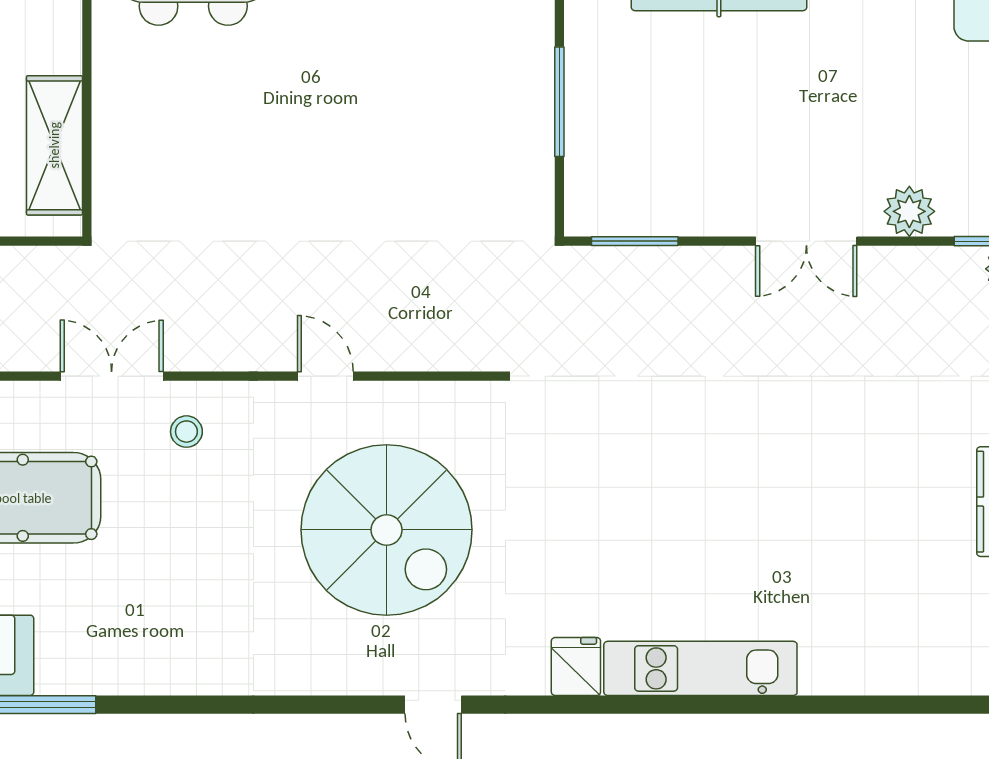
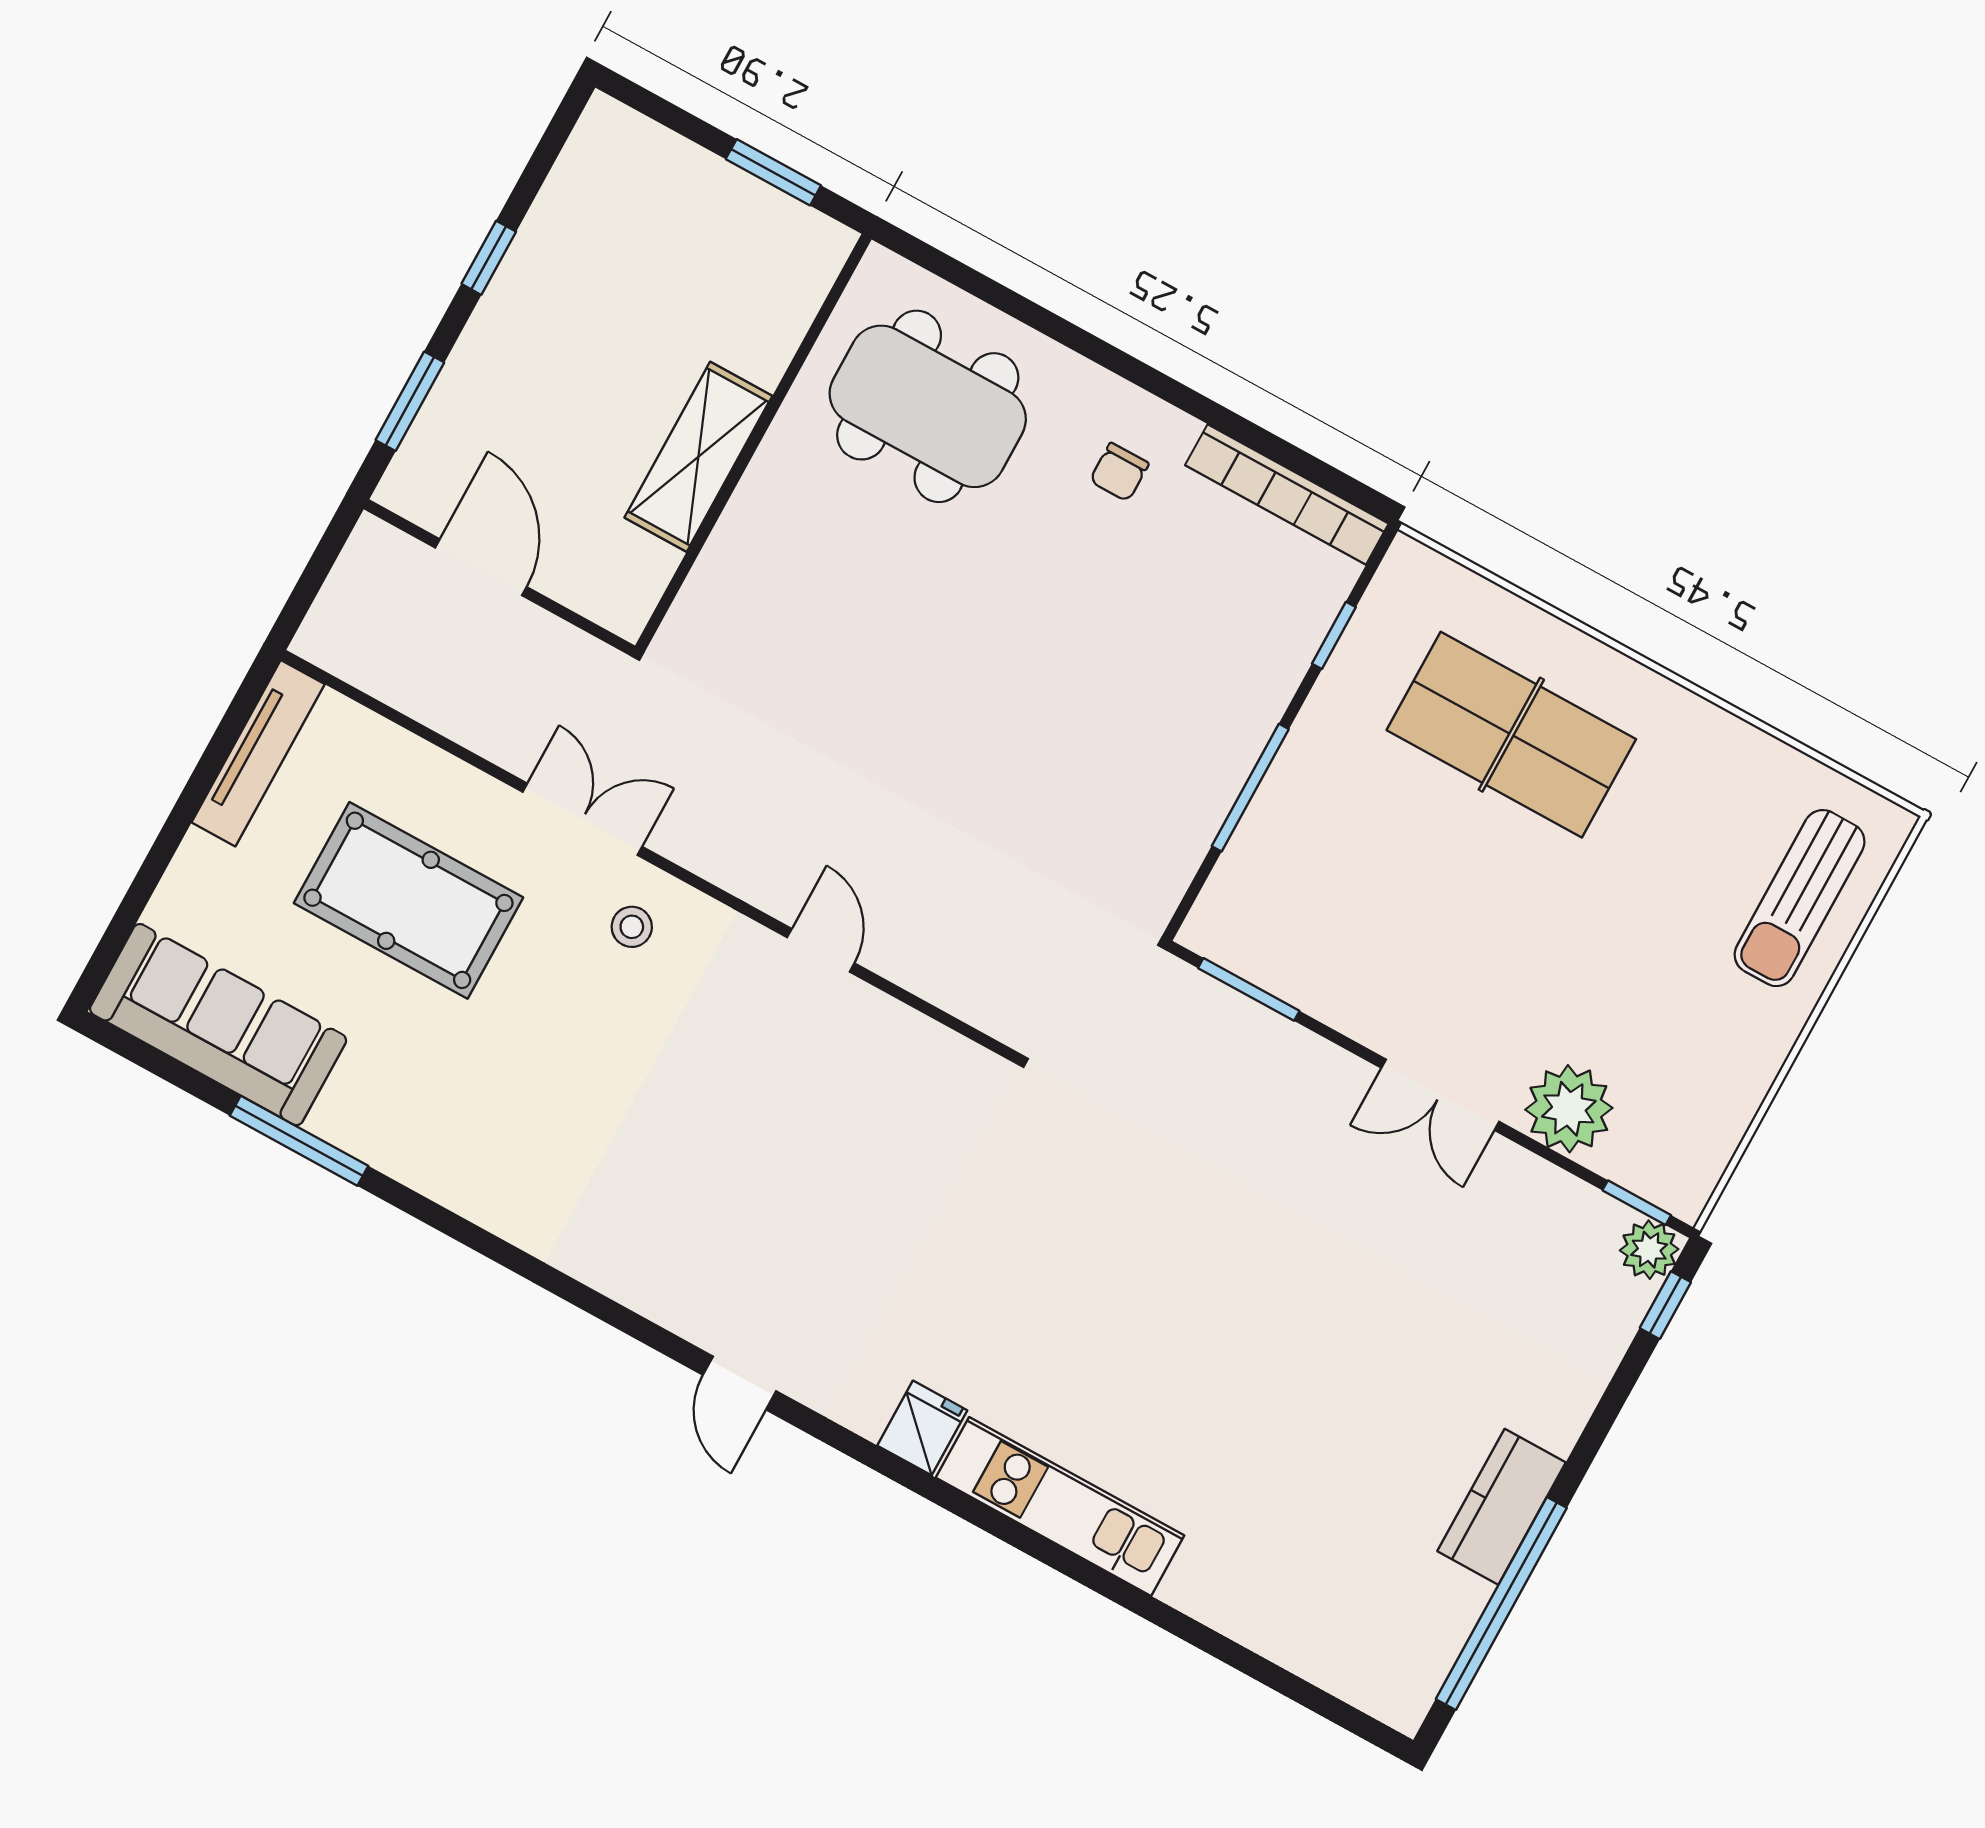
shelving: (54, 145) -> (698, 457), moved
plant: (909, 211) -> (1569, 1109), width x1.36, depth x1.36
spiral stairs: (387, 530) -> (795, 1159), removed

